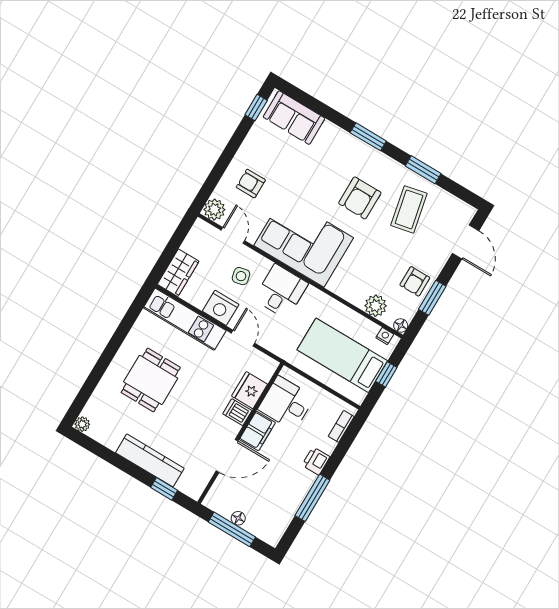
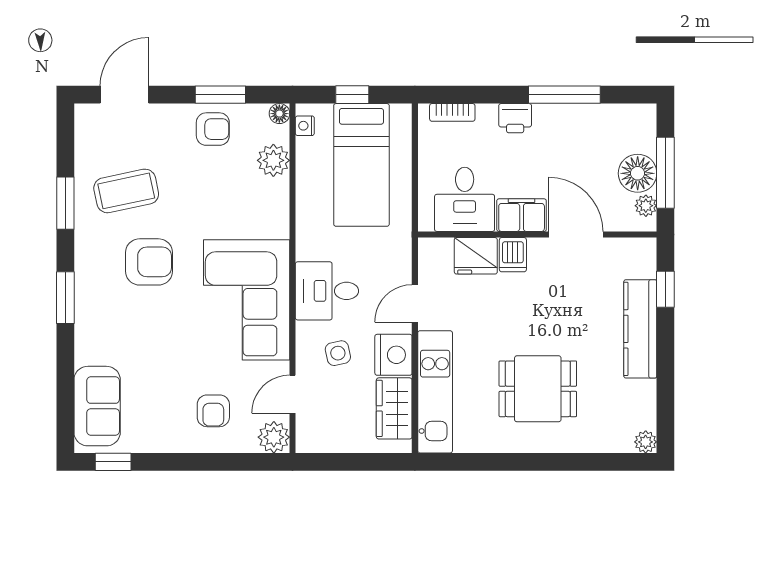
wardrobe: (178, 273) -> (394, 408), moved, turned -90
plant: (220, 507) -> (646, 206), added
floor lamp: (238, 518) -> (638, 173), width x1.89, depth x1.89

